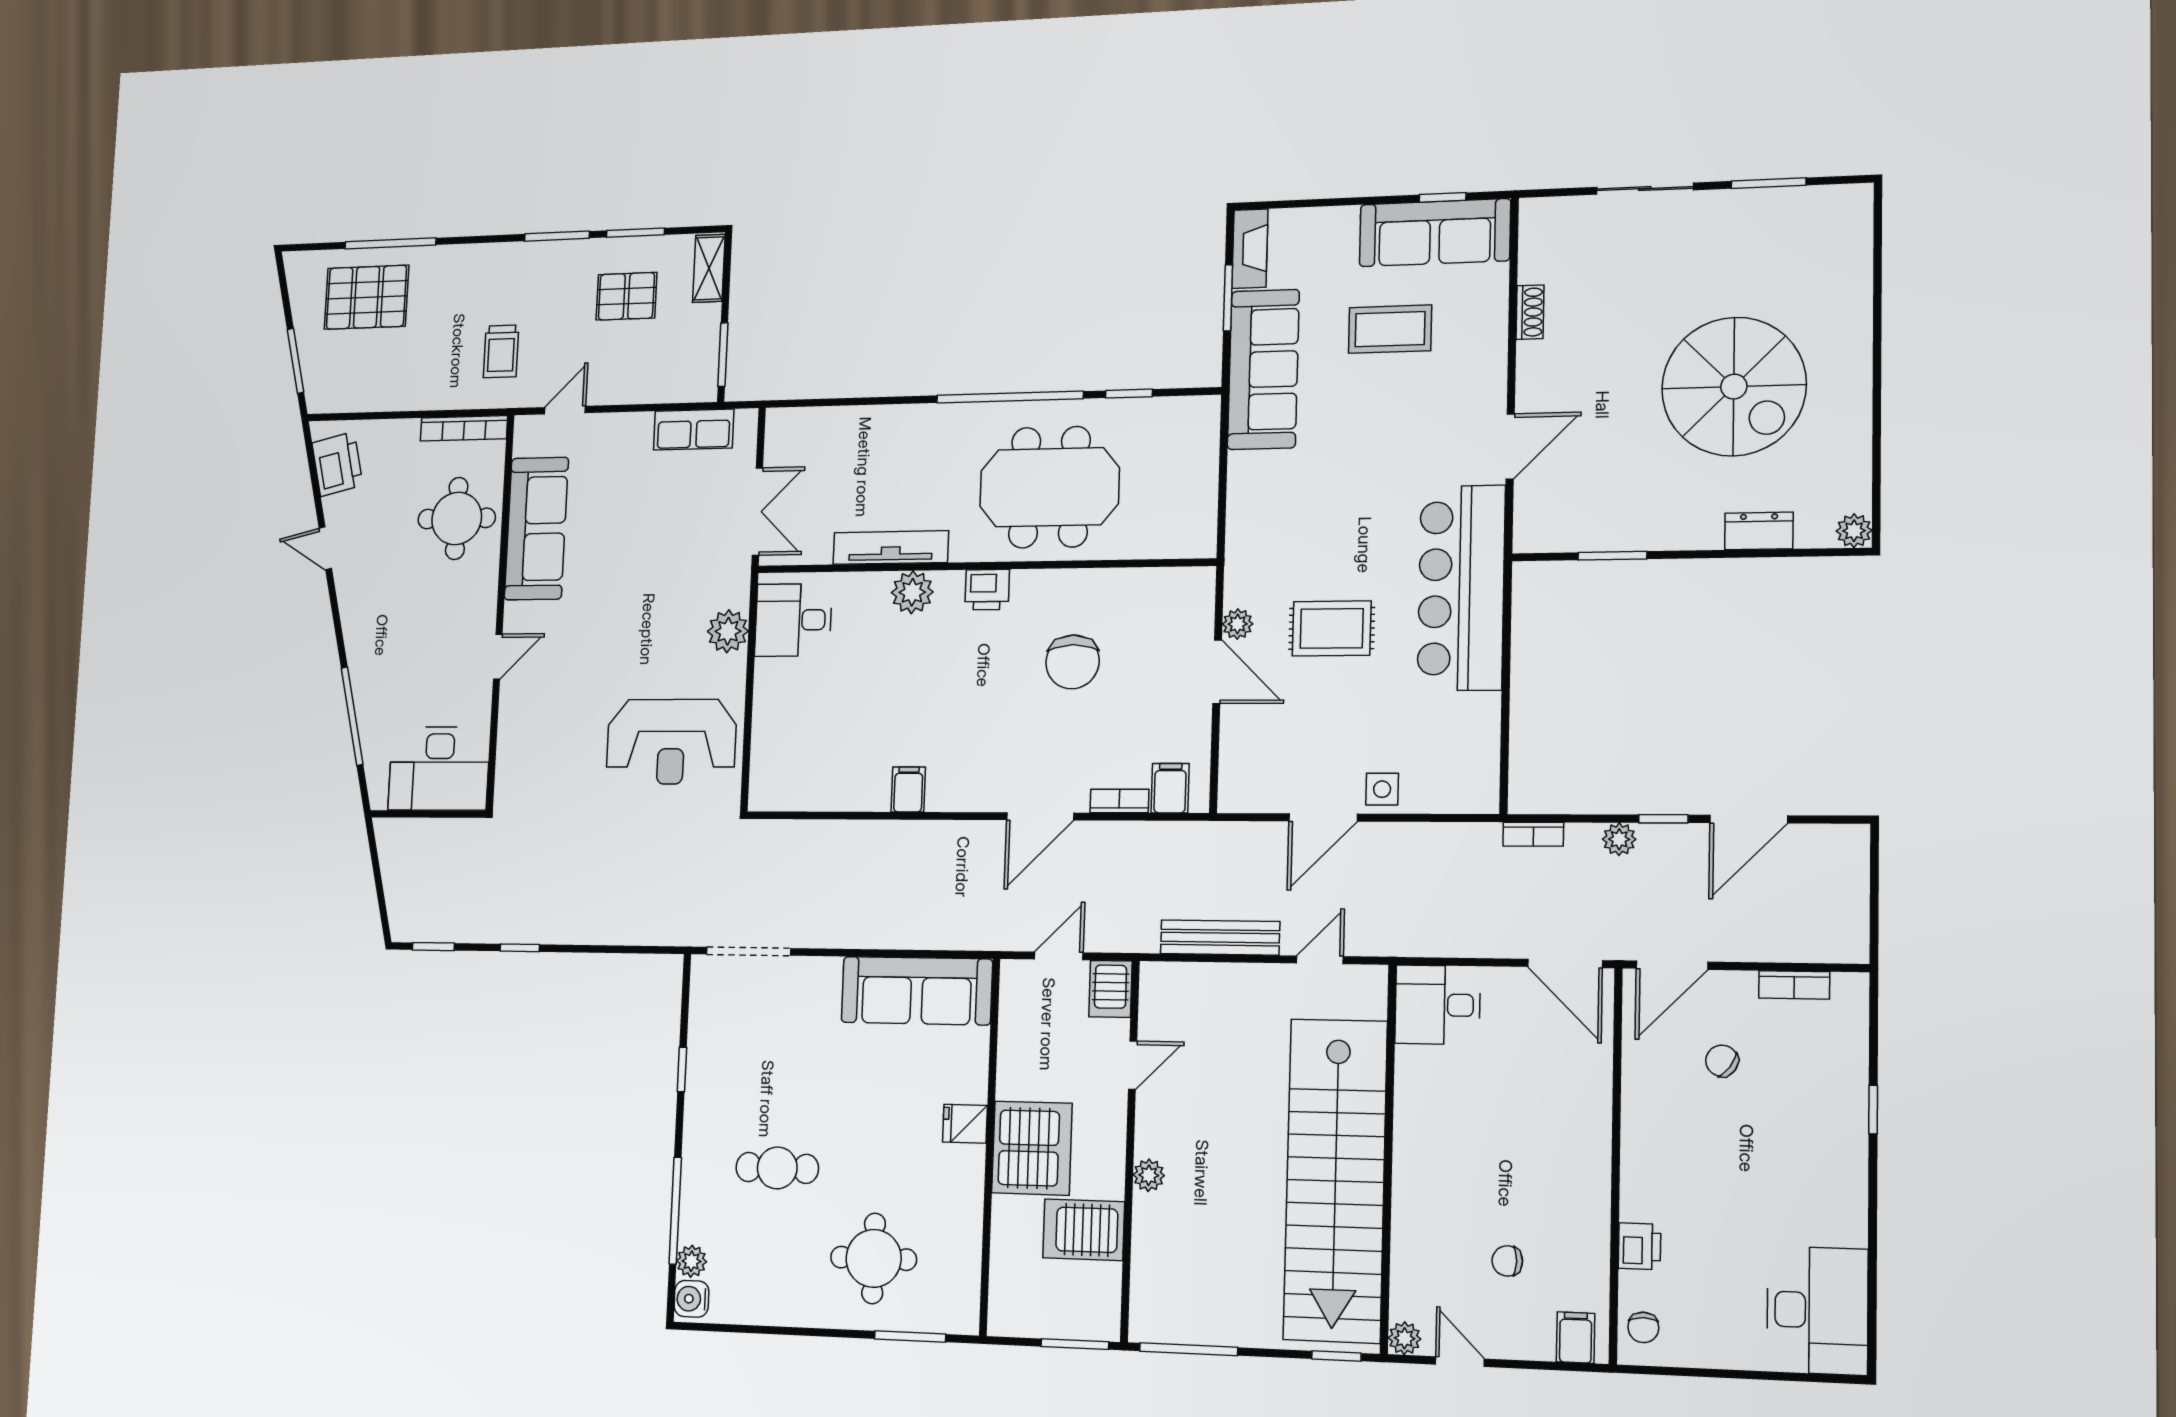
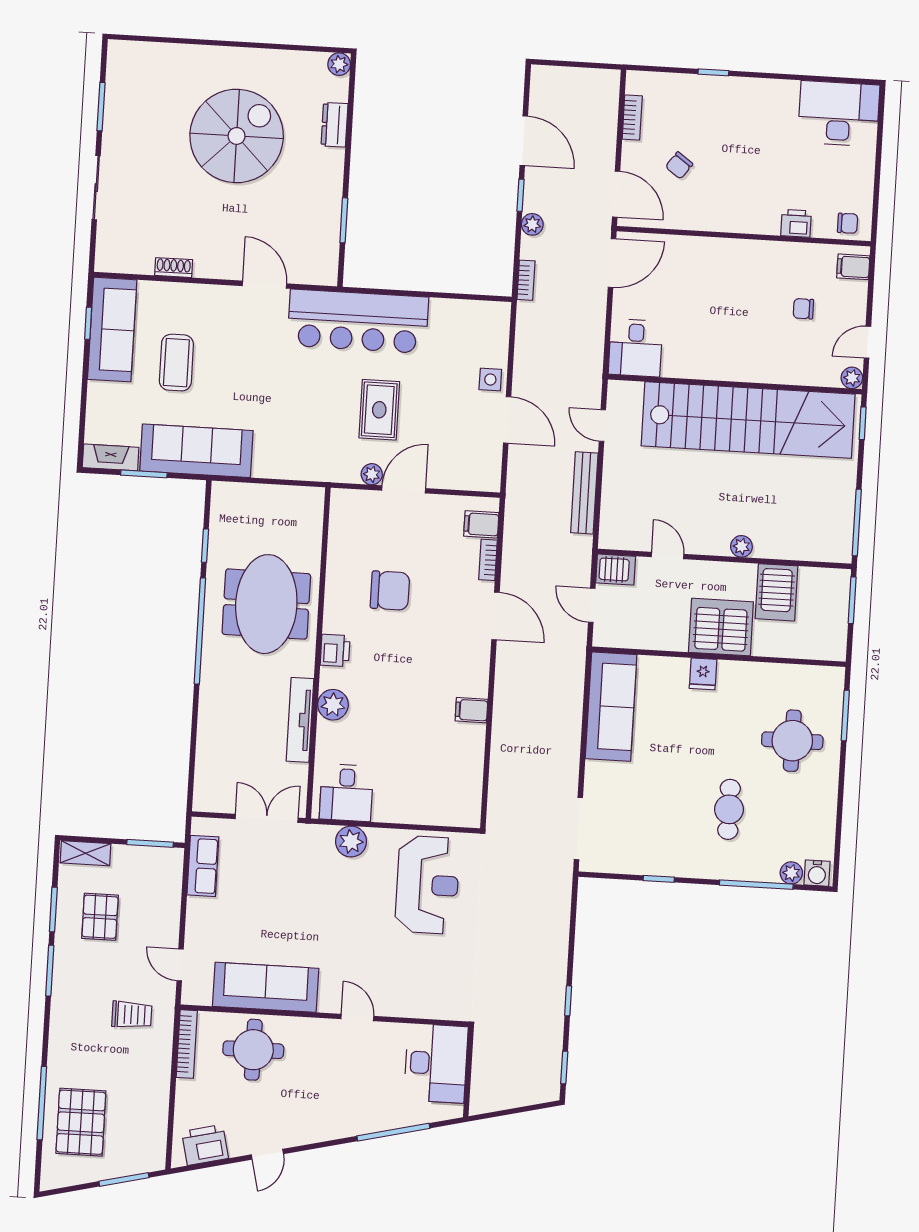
chair: (1507, 1261) -> (803, 309), turned 90

